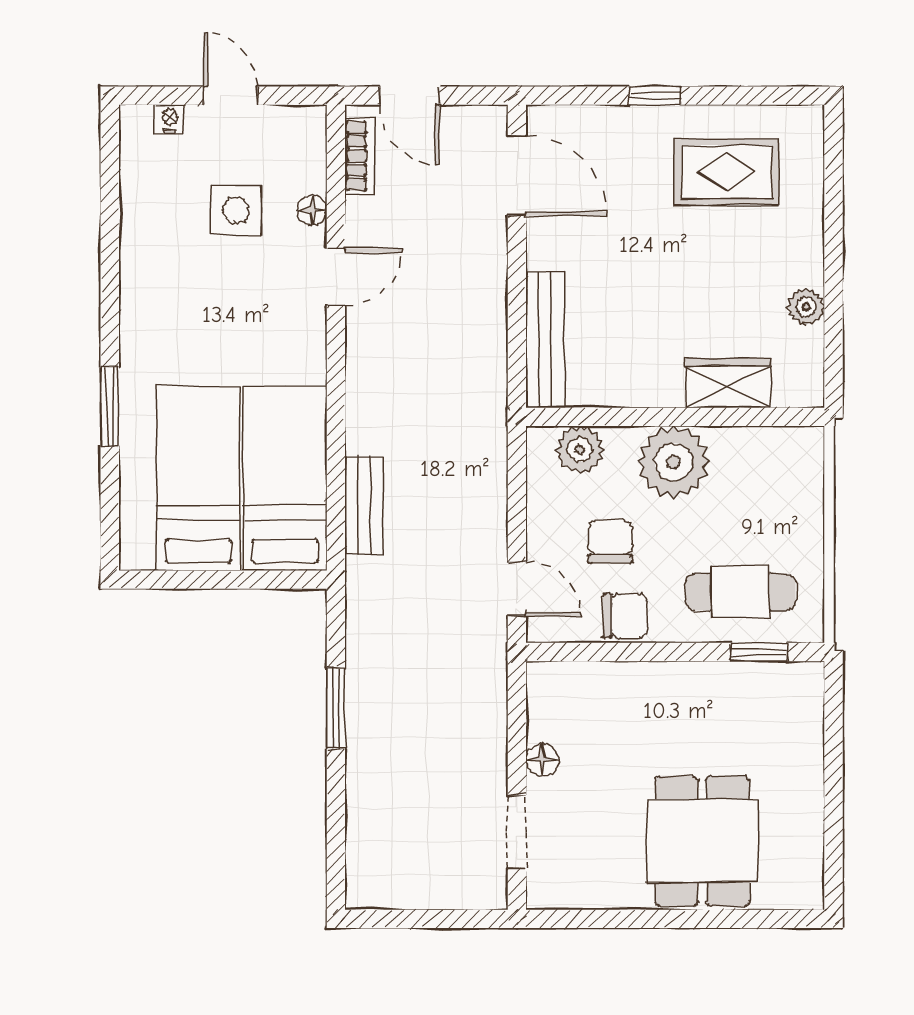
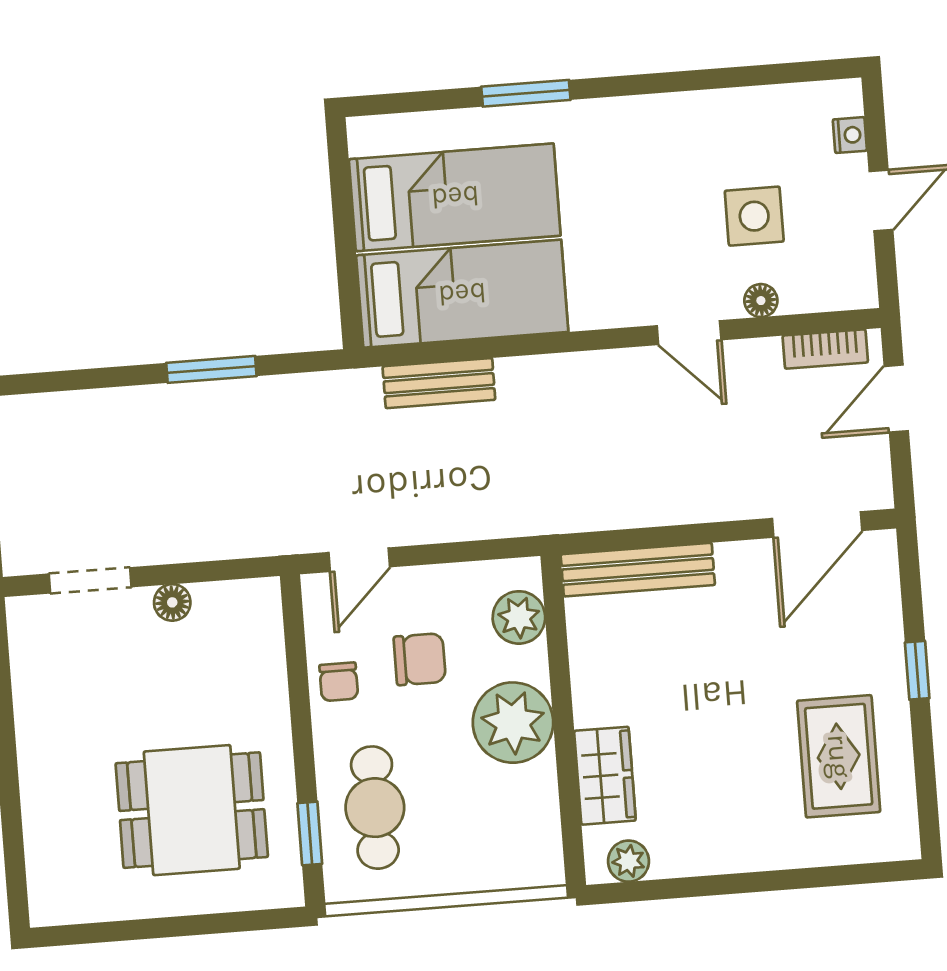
plant: (806, 307) -> (628, 861), moved
chair: (625, 616) -> (339, 682), width x0.73, depth x0.73
dining table: (702, 841) -> (192, 810), moved

